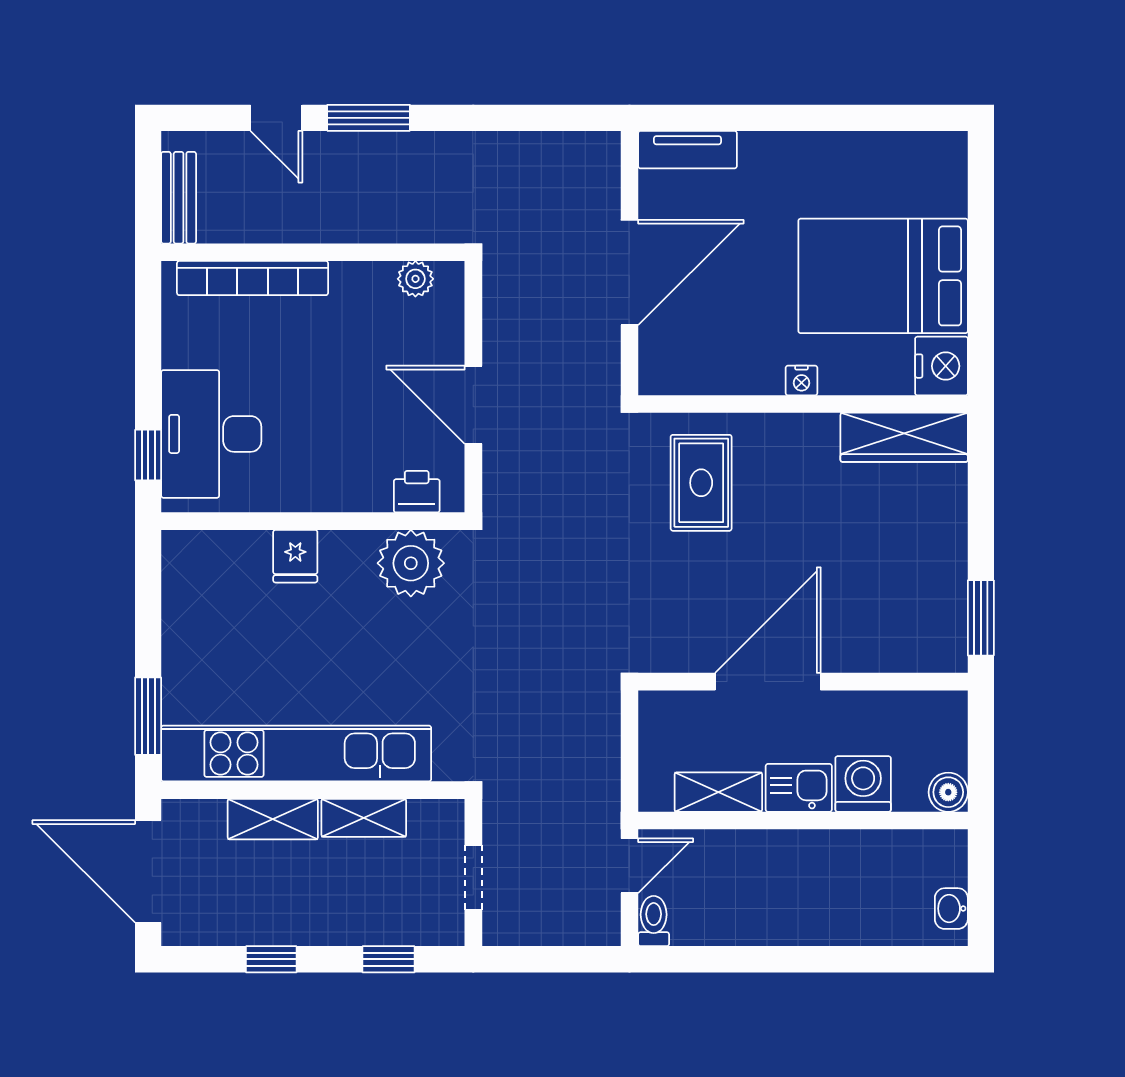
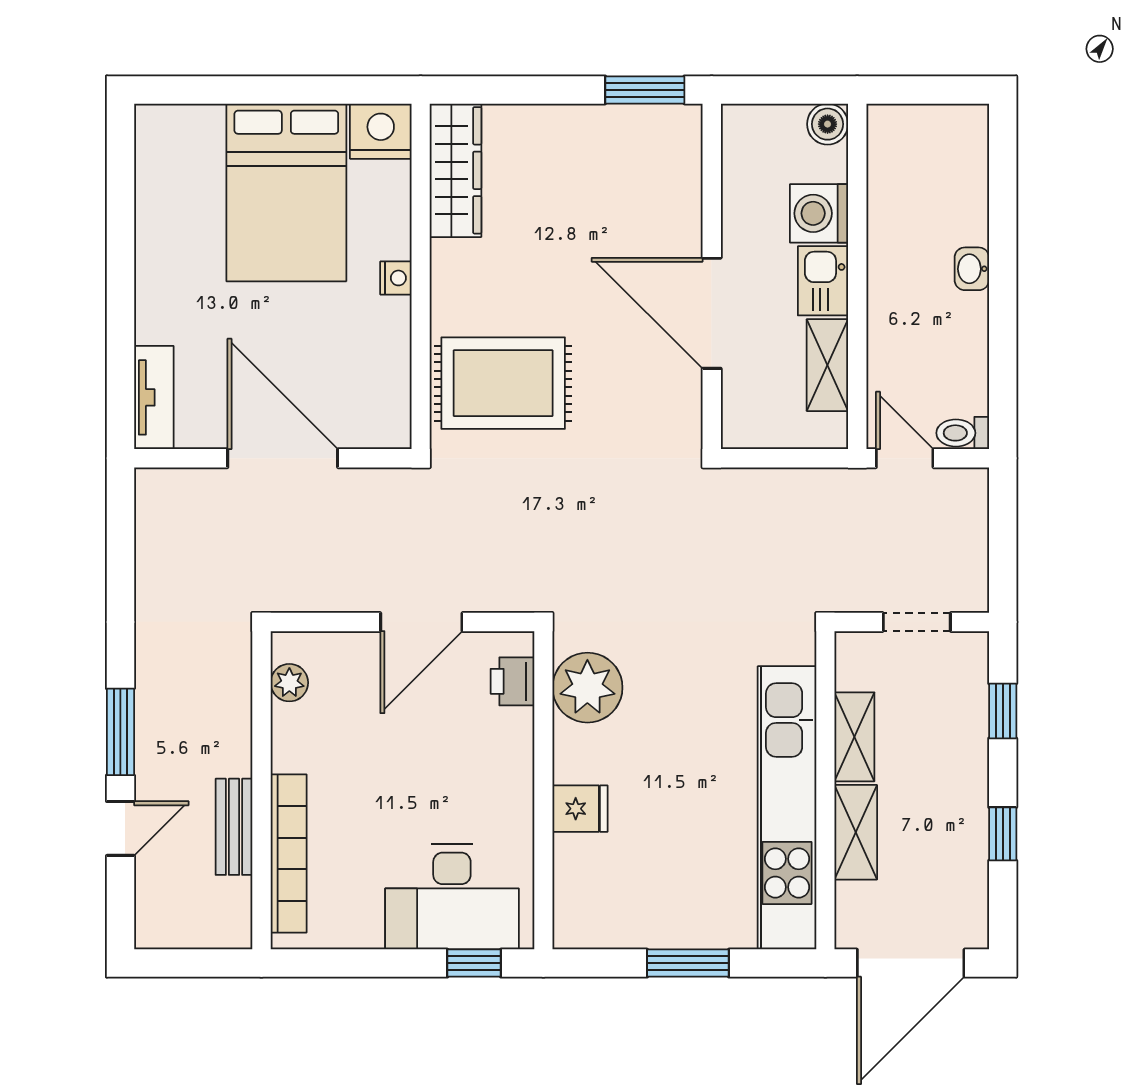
bench: (179, 198) -> (234, 827), moved, turned 90
rug: (701, 483) -> (503, 383), width x1.36, depth x1.43
window: (148, 716) -> (688, 963), moved
washbasin: (951, 909) -> (972, 269), moved, turned 90

